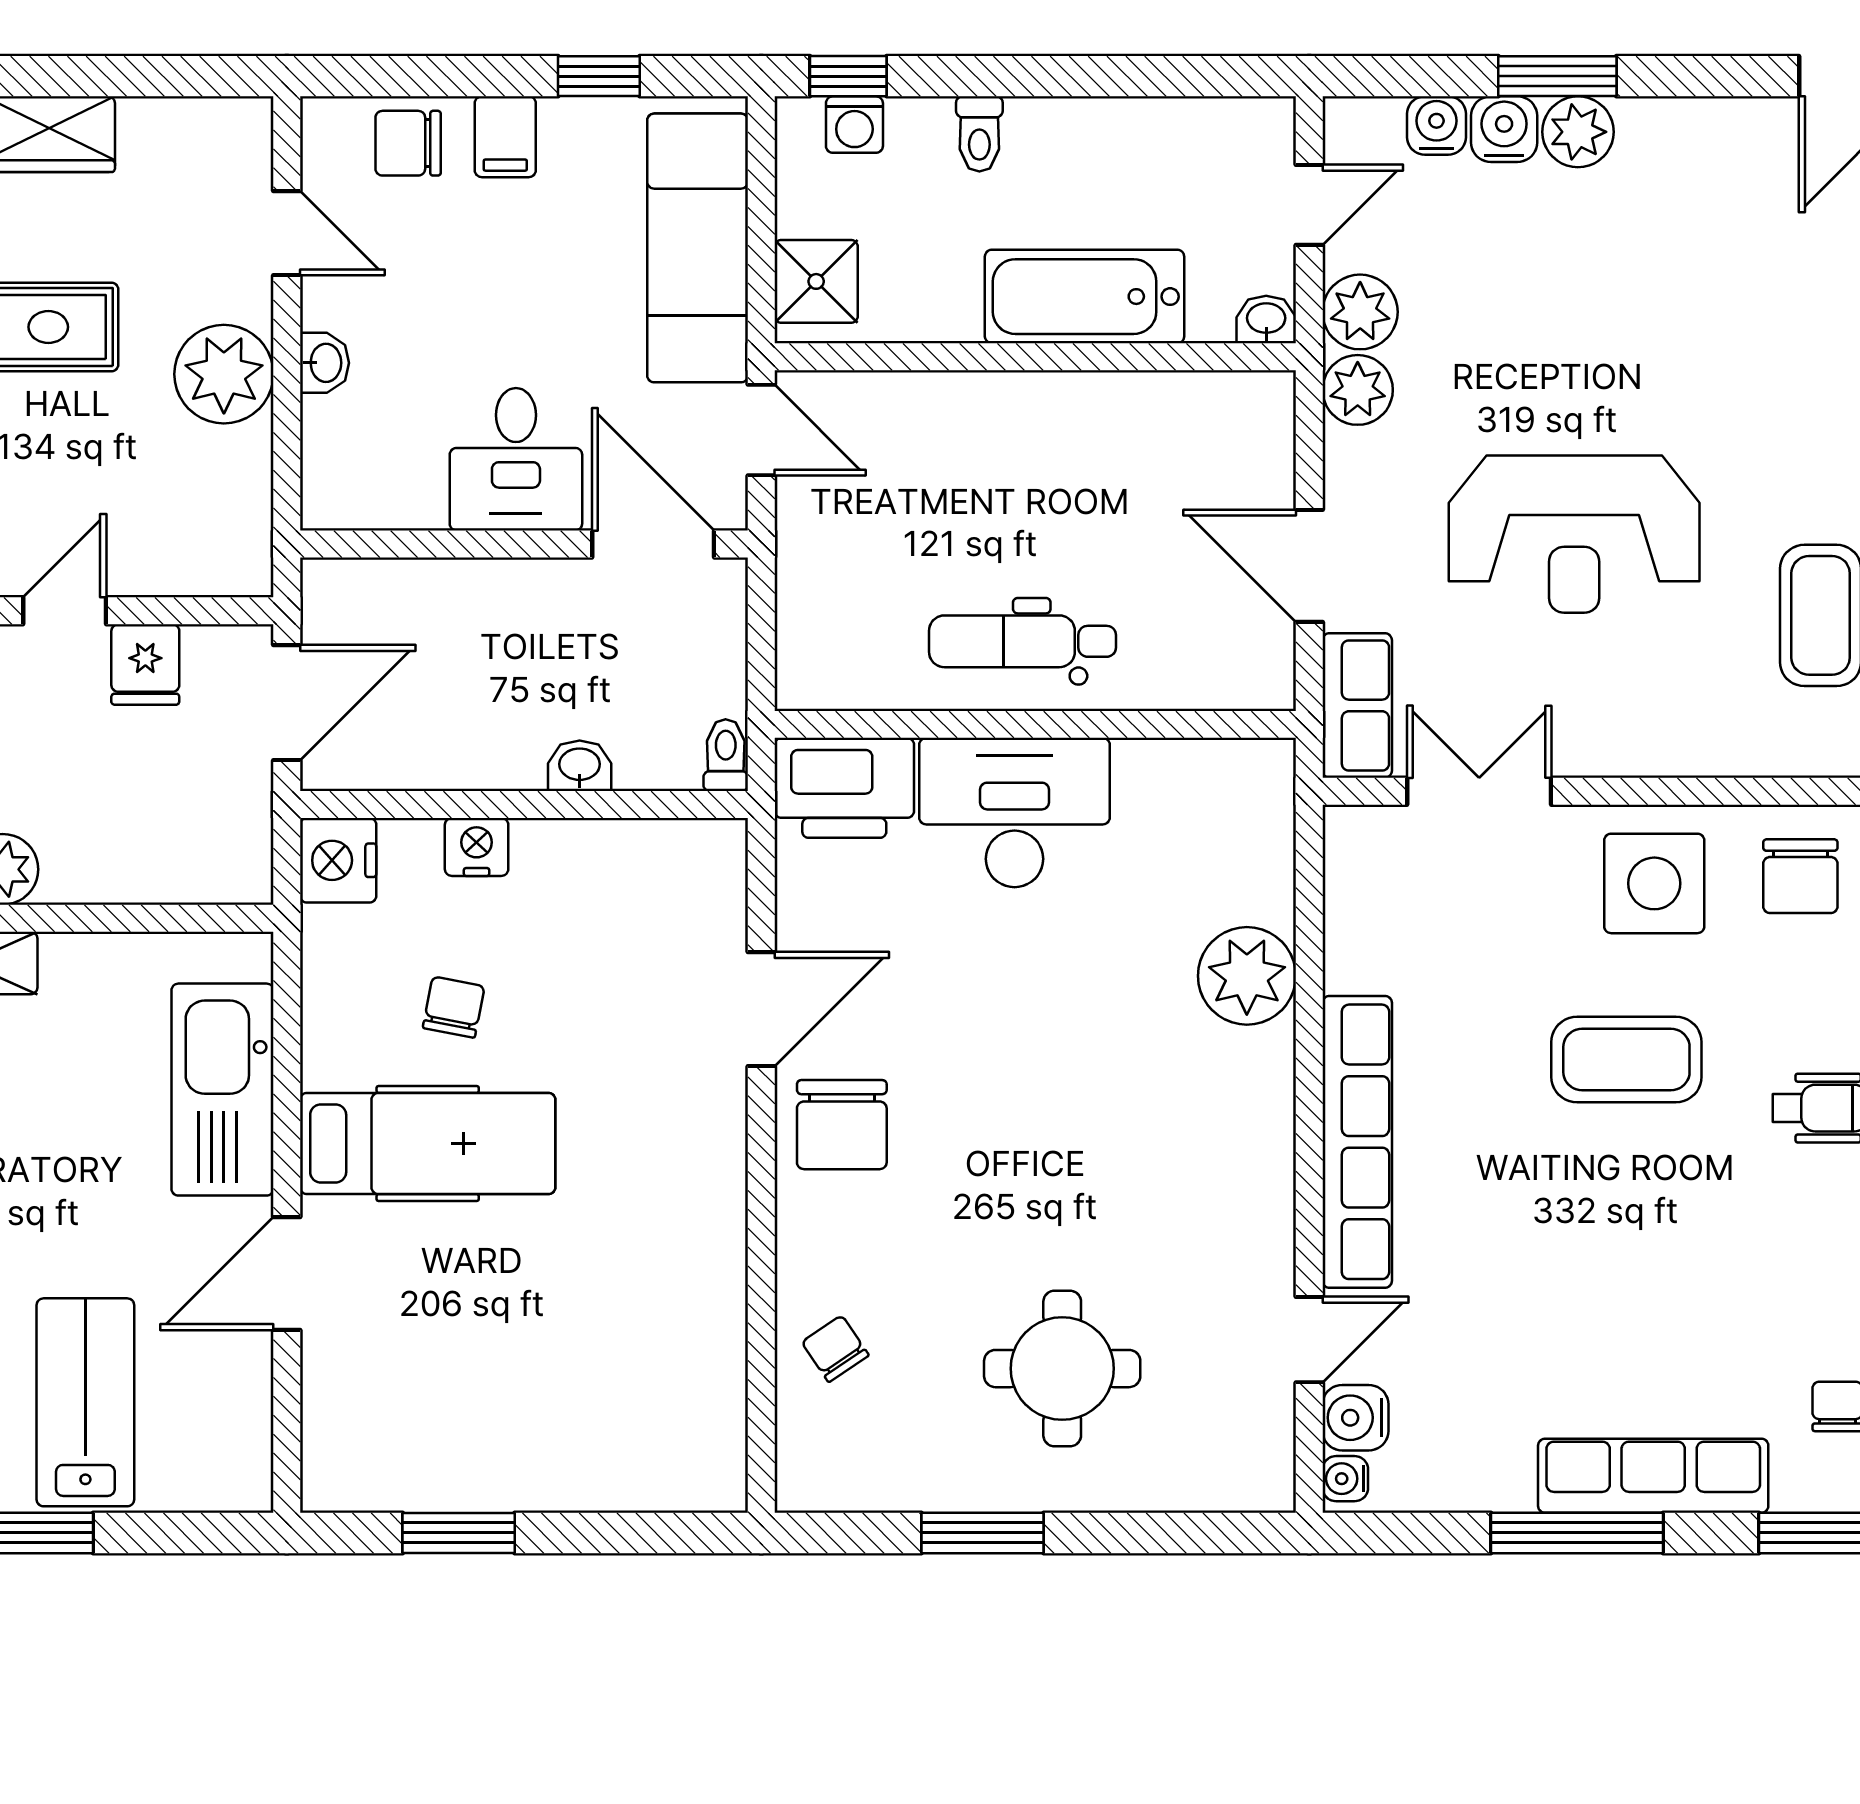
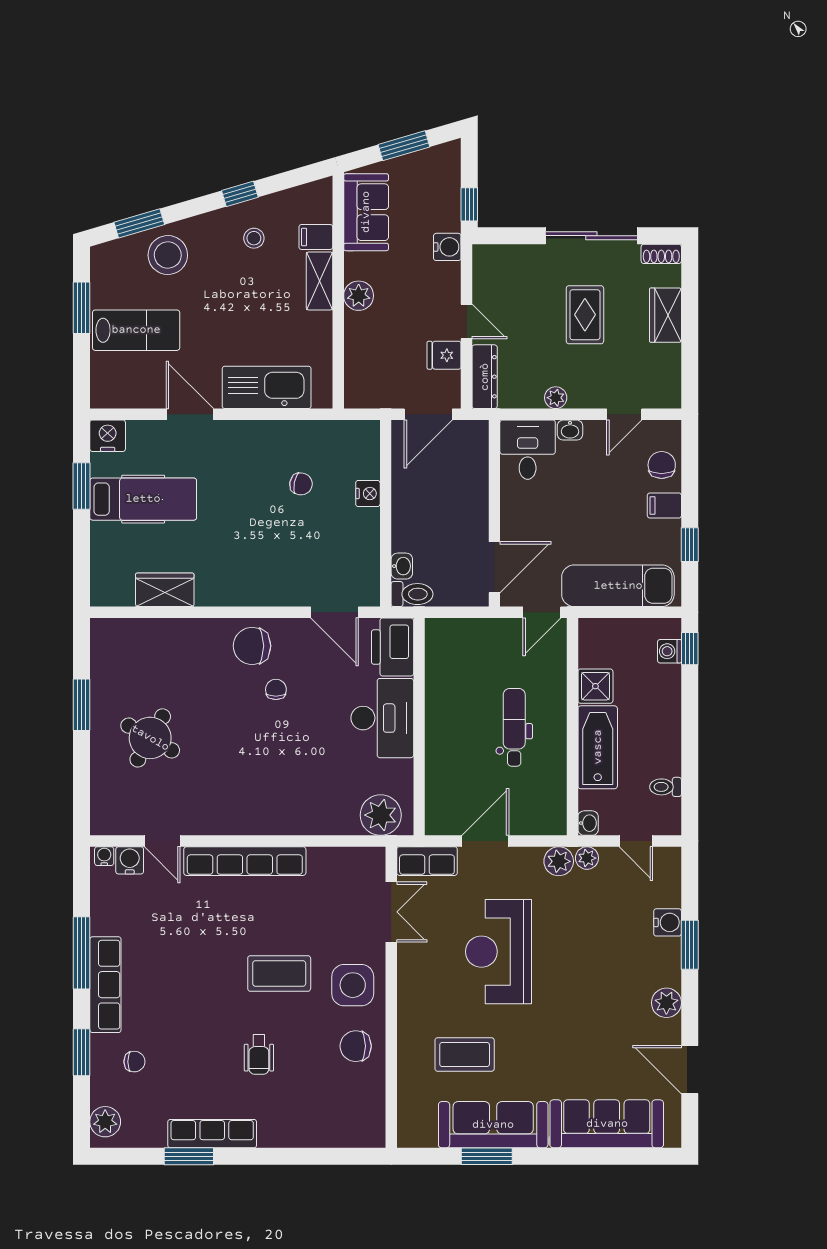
water cooler: (1436, 125) -> (669, 894), removed
plant: (1578, 132) -> (666, 1003), moved
toilet: (979, 134) -> (666, 787), moved
shower: (816, 281) -> (595, 686), moved
plant: (1360, 312) -> (587, 858), width x0.73, depth x0.73
plant: (224, 374) -> (556, 398), width x0.53, depth x0.53
desk: (516, 459) -> (528, 450), moved, turned 90
dresser: (197, 567) -> (485, 377), added
dental chair: (1022, 641) -> (514, 727), moved
door: (287, 703) -> (428, 414), hinge flipped
toilet: (726, 755) -> (412, 594), width x1.37, depth x1.39
washbasin: (580, 766) -> (402, 566), moved
nightstand: (338, 860) -> (108, 436), moved
plant: (1247, 976) -> (381, 815), moved
door: (761, 1009) -> (335, 612), moved
coffee table: (1626, 1060) -> (279, 973), turned 90
hospital bed: (428, 1143) -> (143, 499), moved, turned -90
wardrobe: (707, 1334) -> (165, 590), added
chair: (835, 1349) -> (276, 689), moved, turned -56
round table: (1062, 1369) -> (150, 738), turned 30

